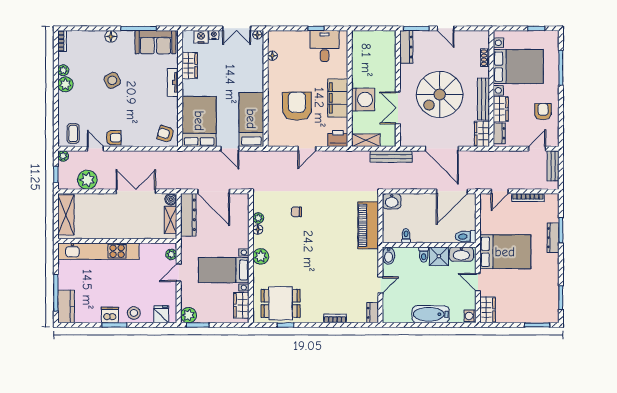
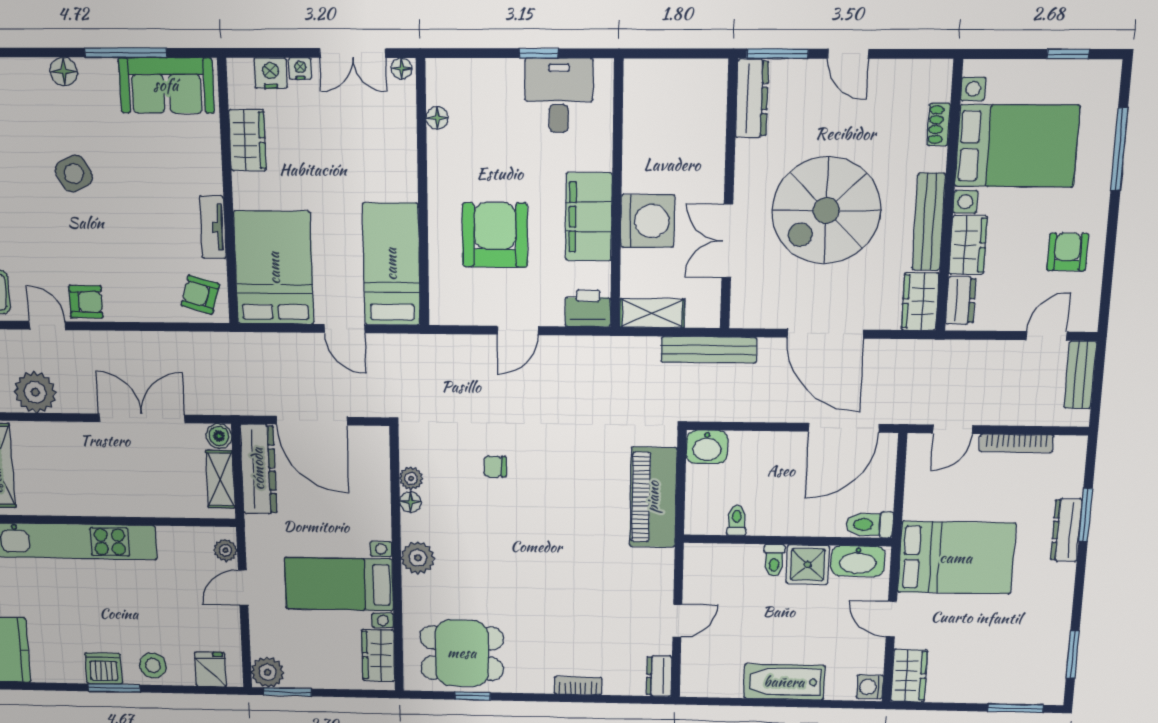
tv unit: (173, 82) -> (213, 227), moved
bidet: (389, 256) -> (697, 561), removed

